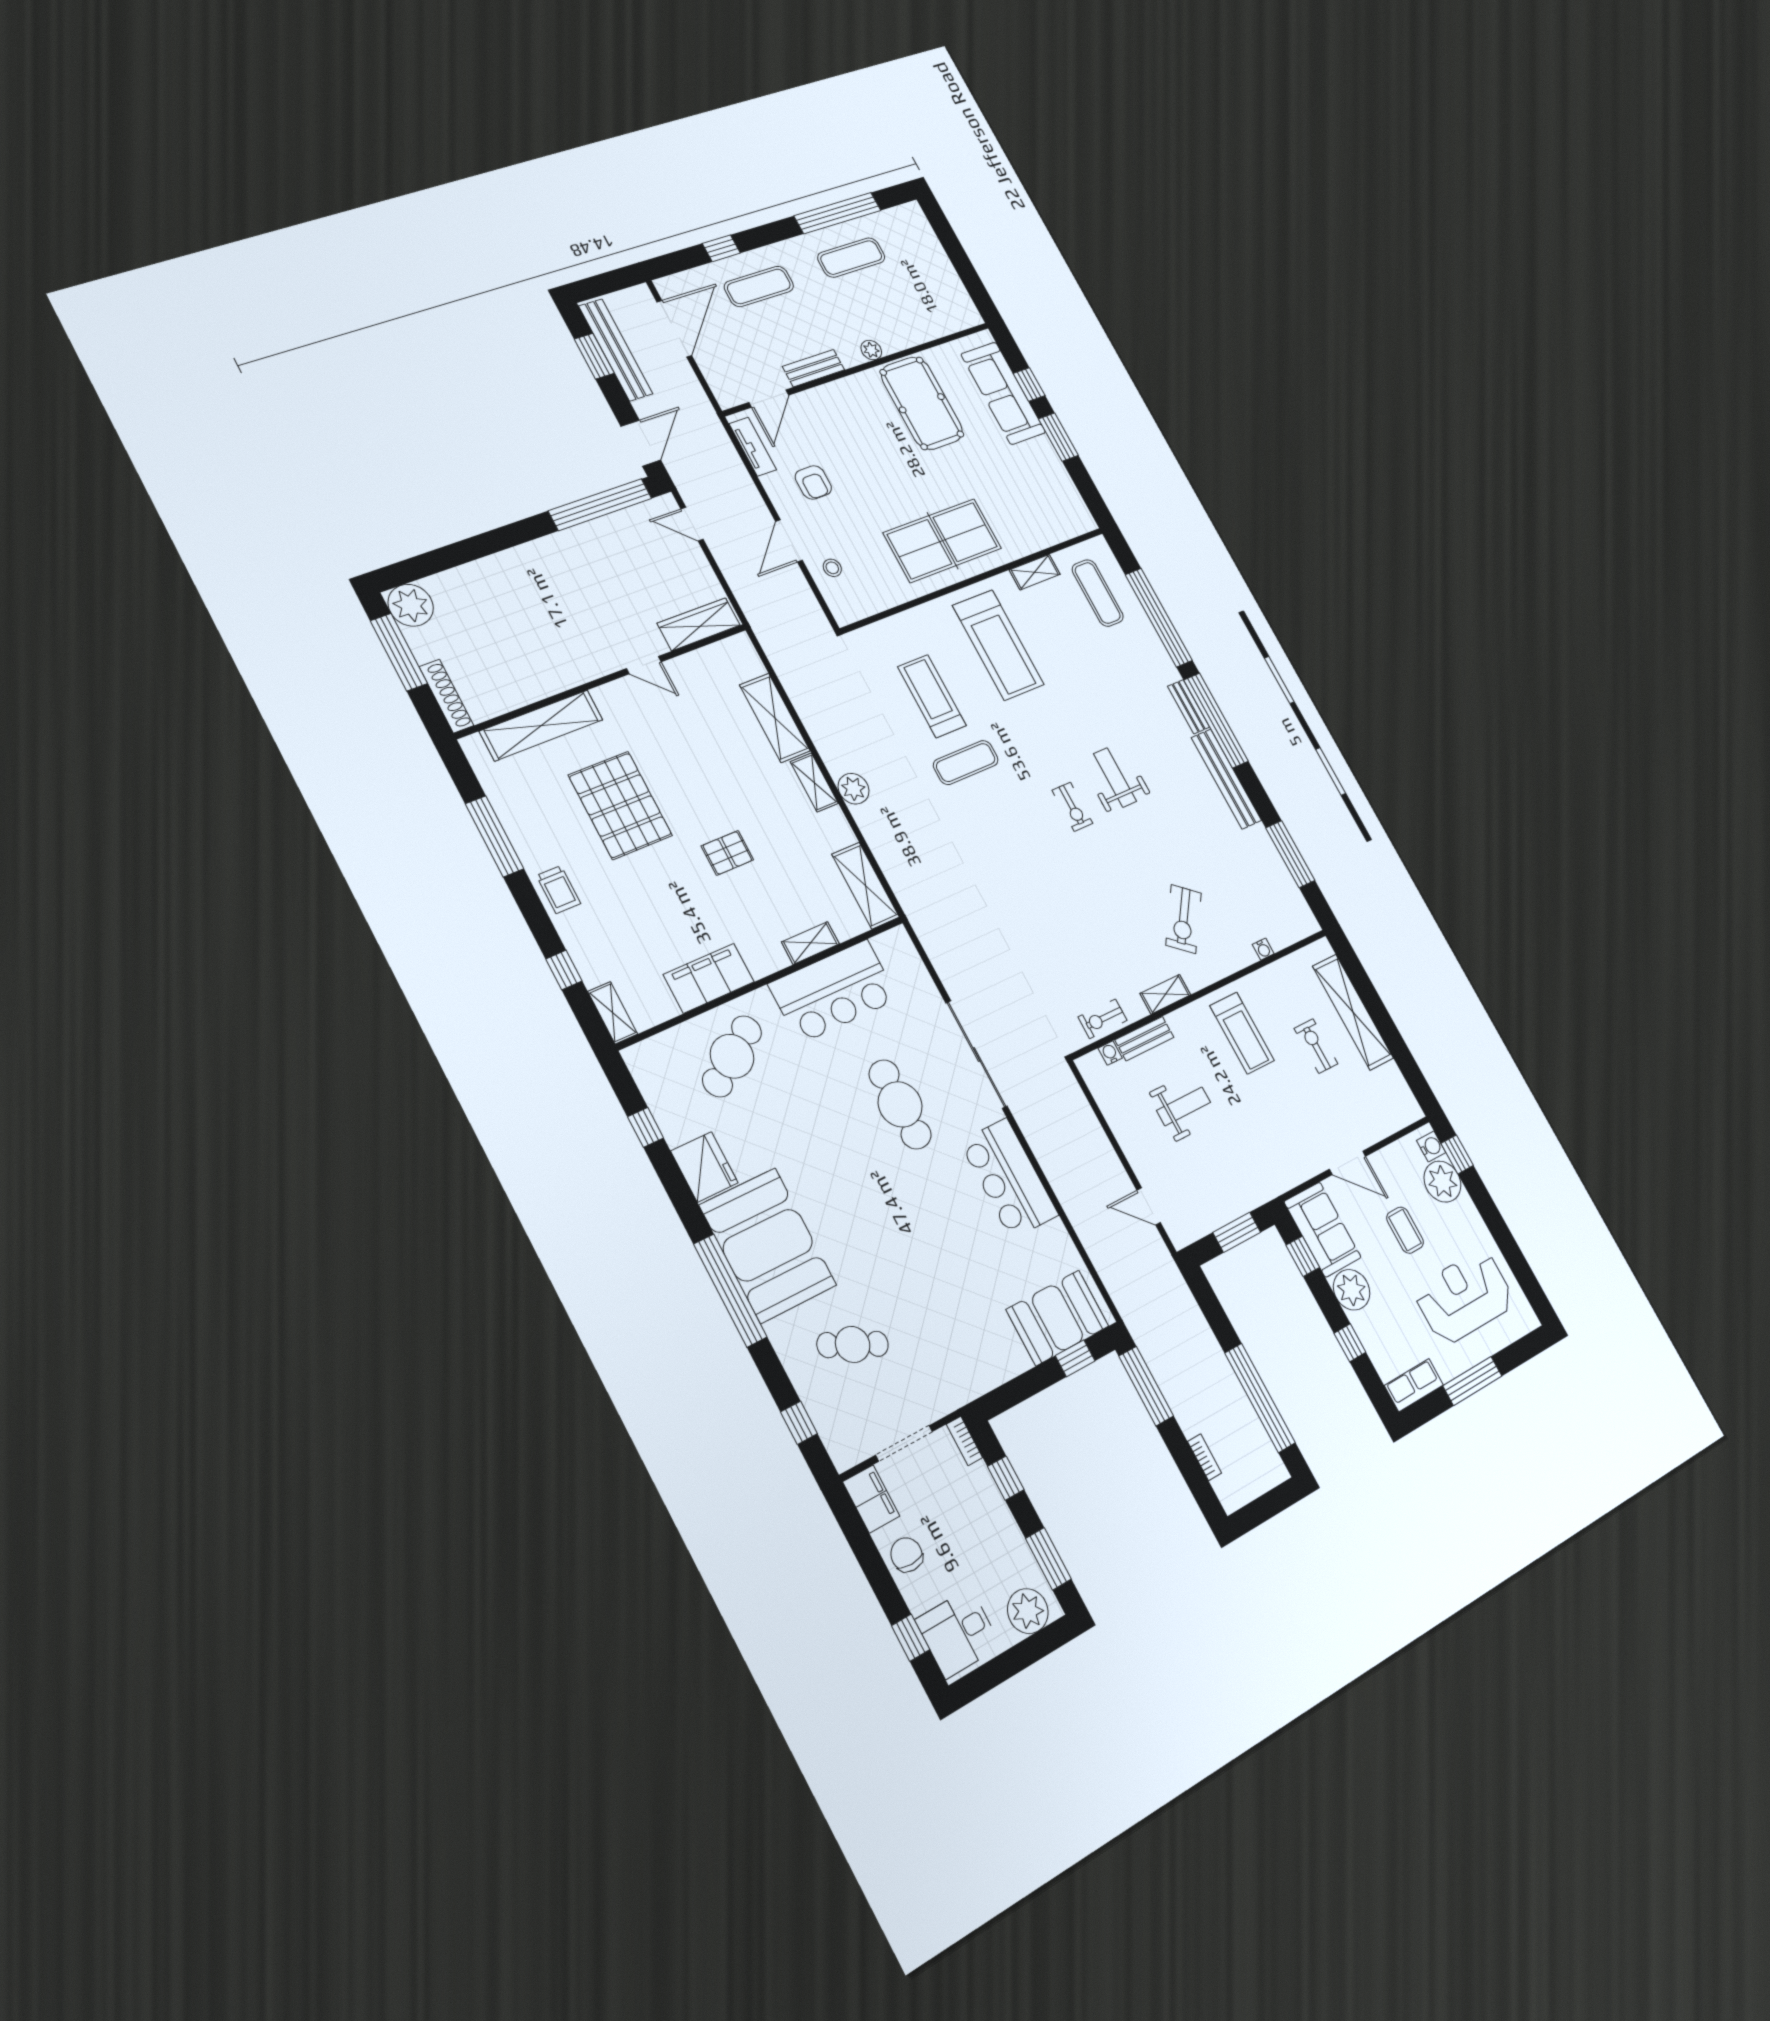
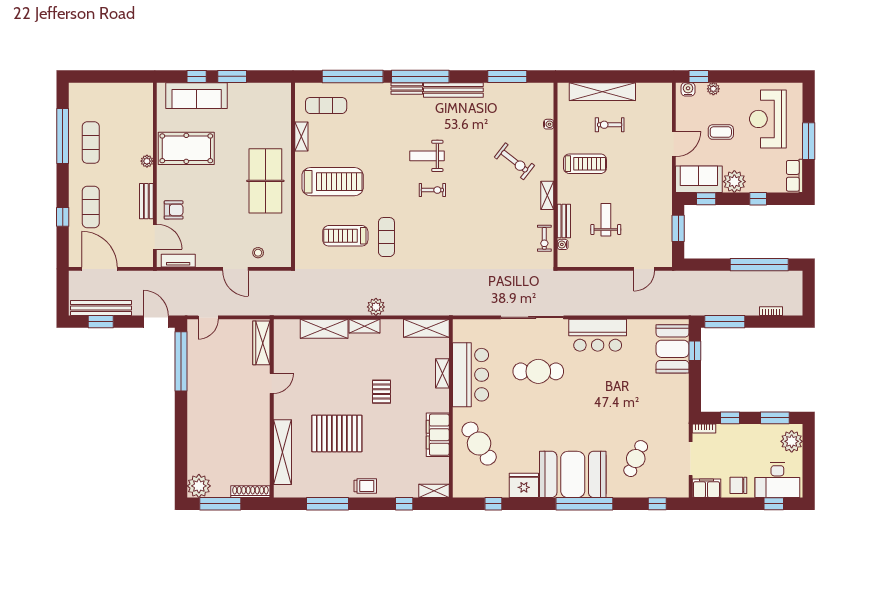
armchair: (813, 482) -> (174, 210), moved
plant: (1442, 1182) -> (713, 89), width x0.53, depth x0.53
desk: (958, 1633) -> (777, 480), width x1.37

